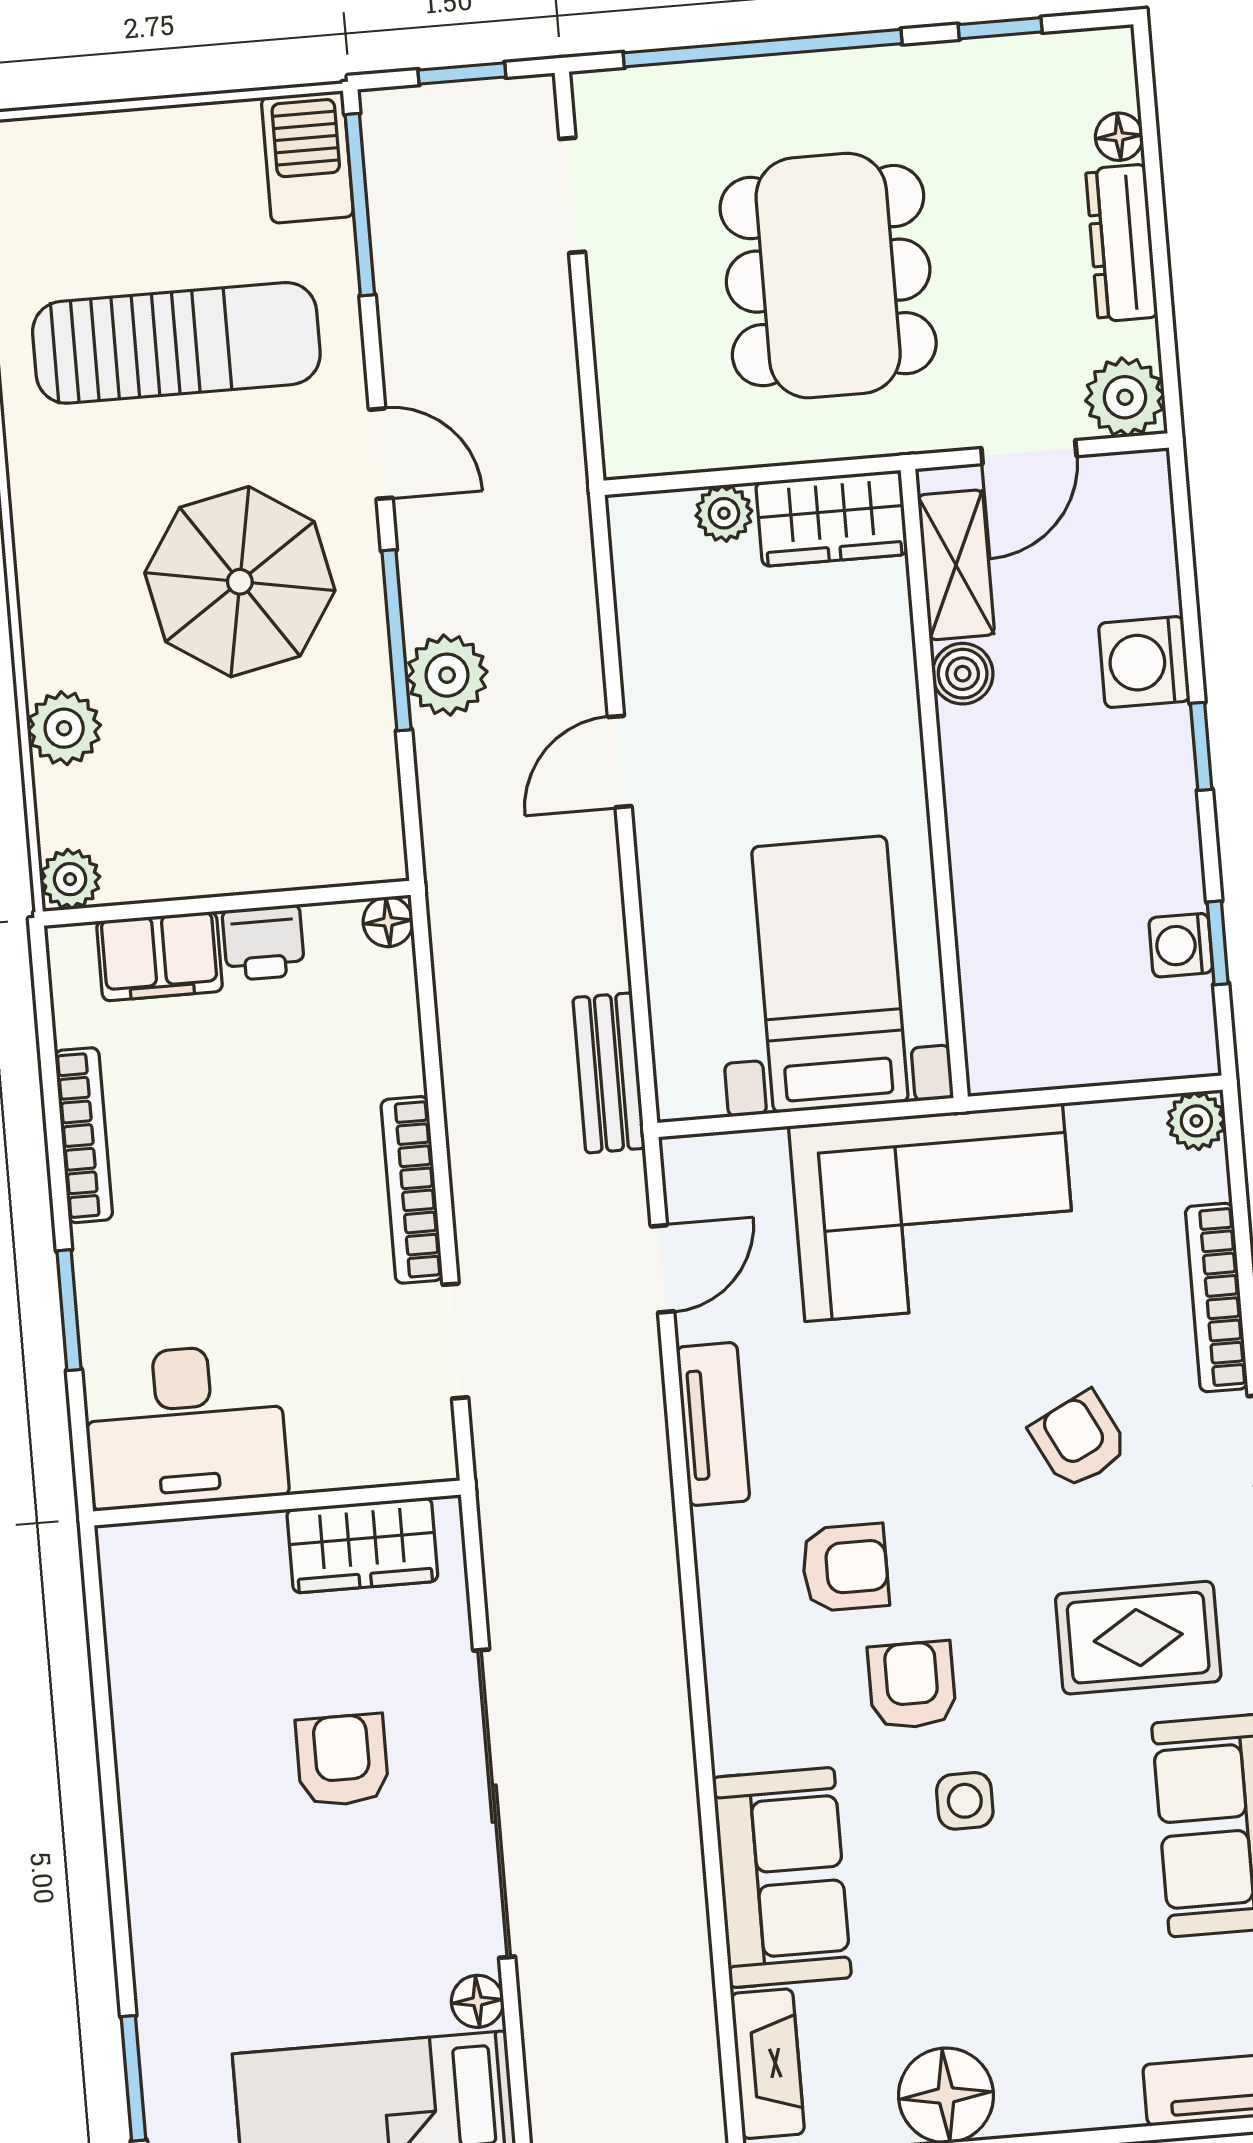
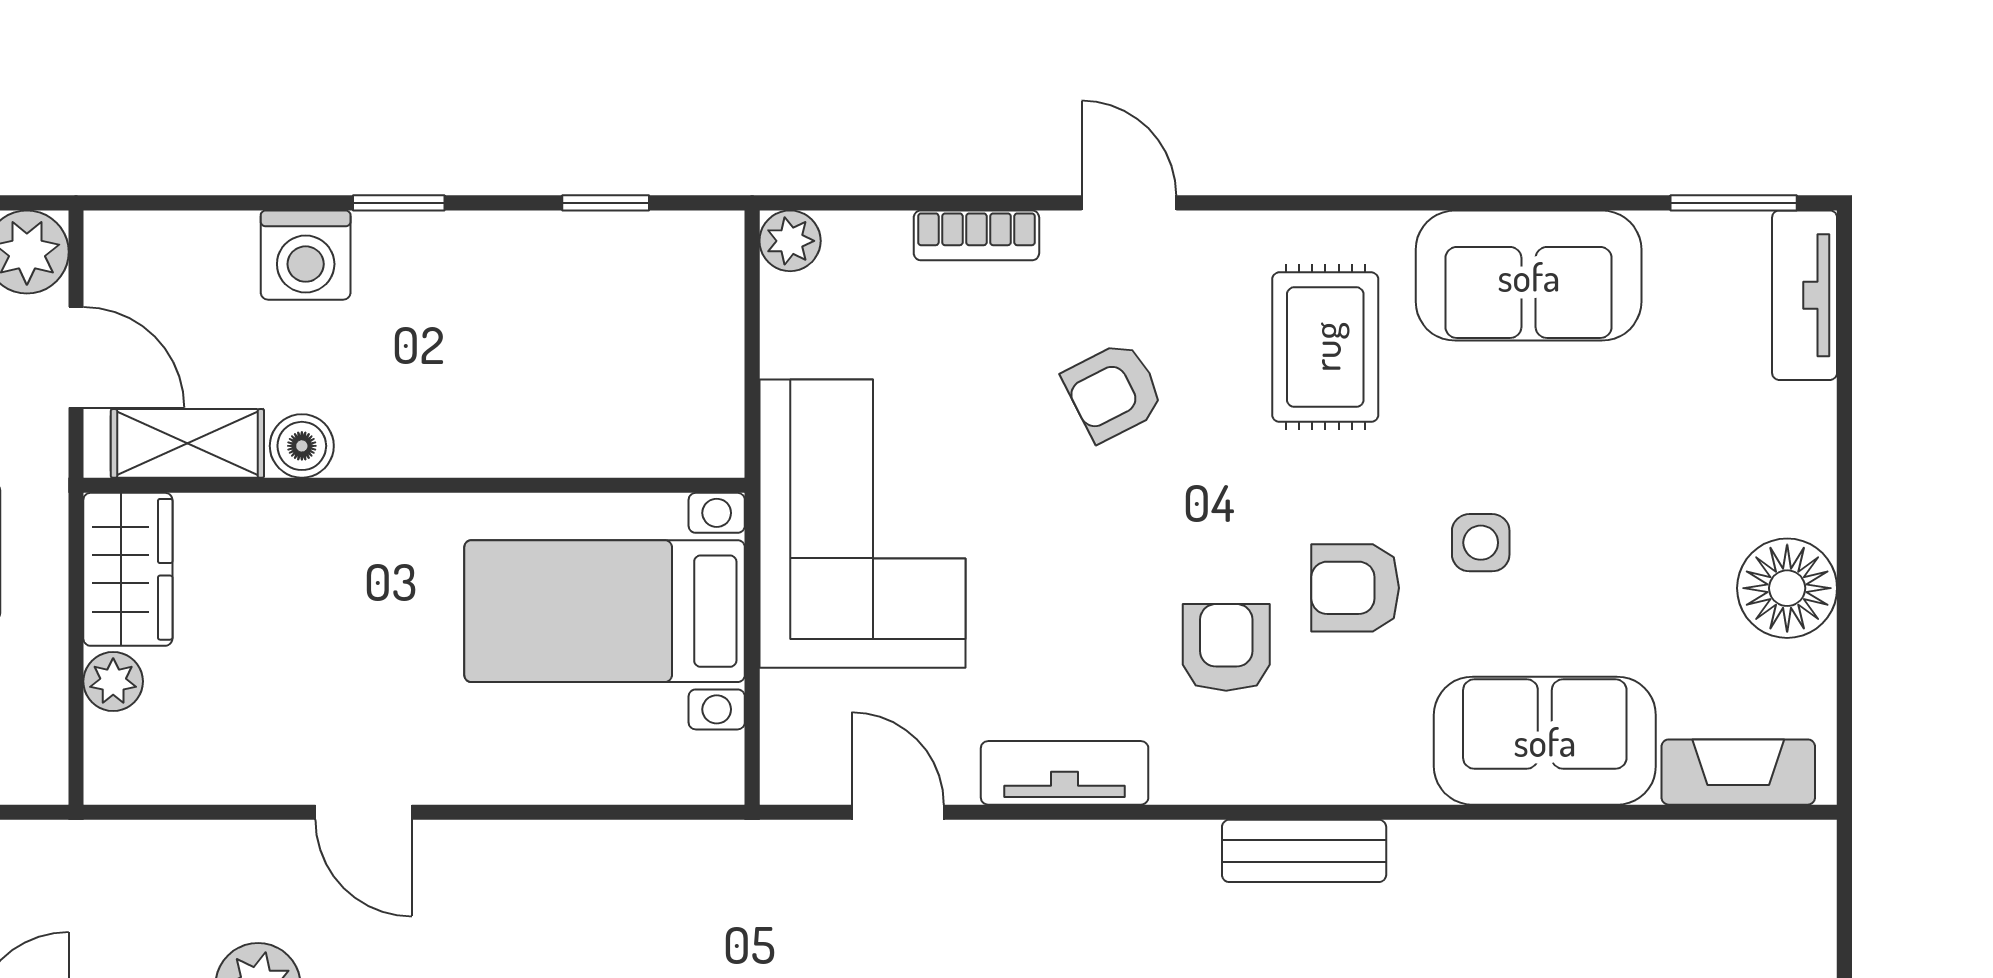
washing machine: (1181, 945) -> (605, 242), removed
bench: (609, 1073) -> (1304, 851), moved
bookcase: (1216, 1298) -> (976, 235), width x0.64

